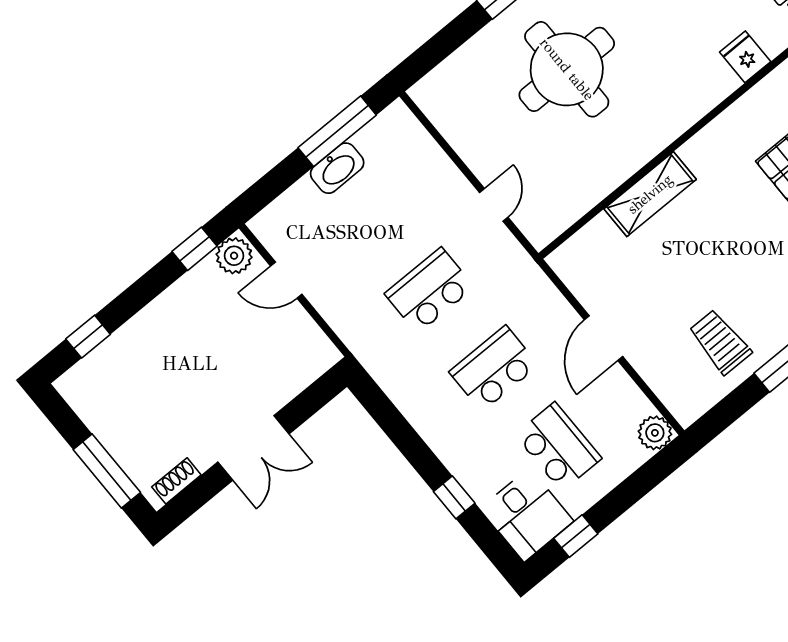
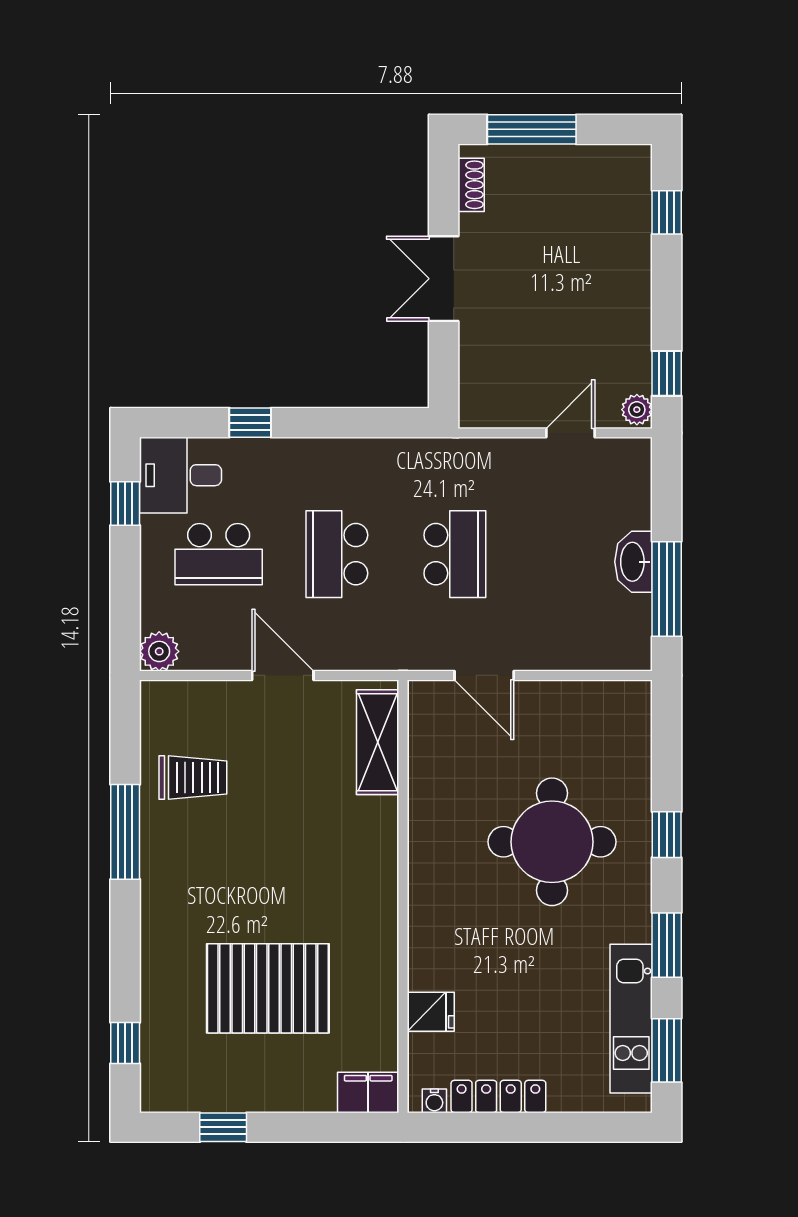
shelving: (650, 194) -> (378, 742), moved
door: (494, 205) -> (484, 675), width x1.38
plant: (234, 256) -> (637, 410), width x0.73, depth x0.73
school desk: (494, 368) -> (337, 554), turned 180

